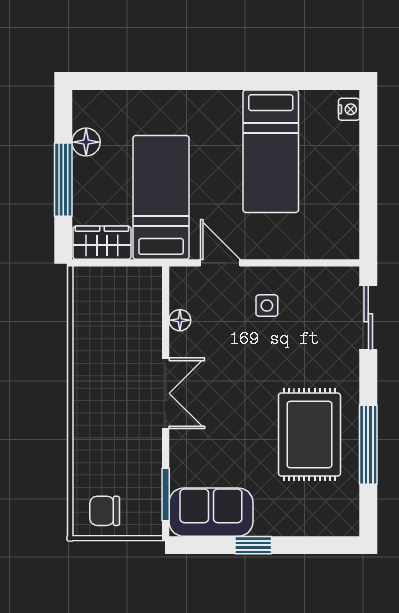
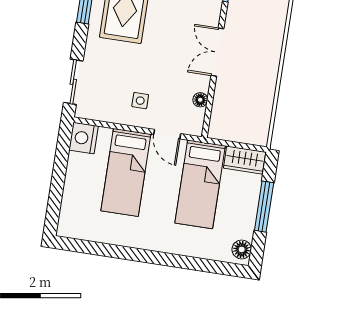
nightstand: (349, 109) -> (84, 138), moved, width x1.89, depth x1.79
floor lamp: (86, 142) -> (242, 249), moved
bed: (271, 151) -> (126, 172), moved, turned 180

